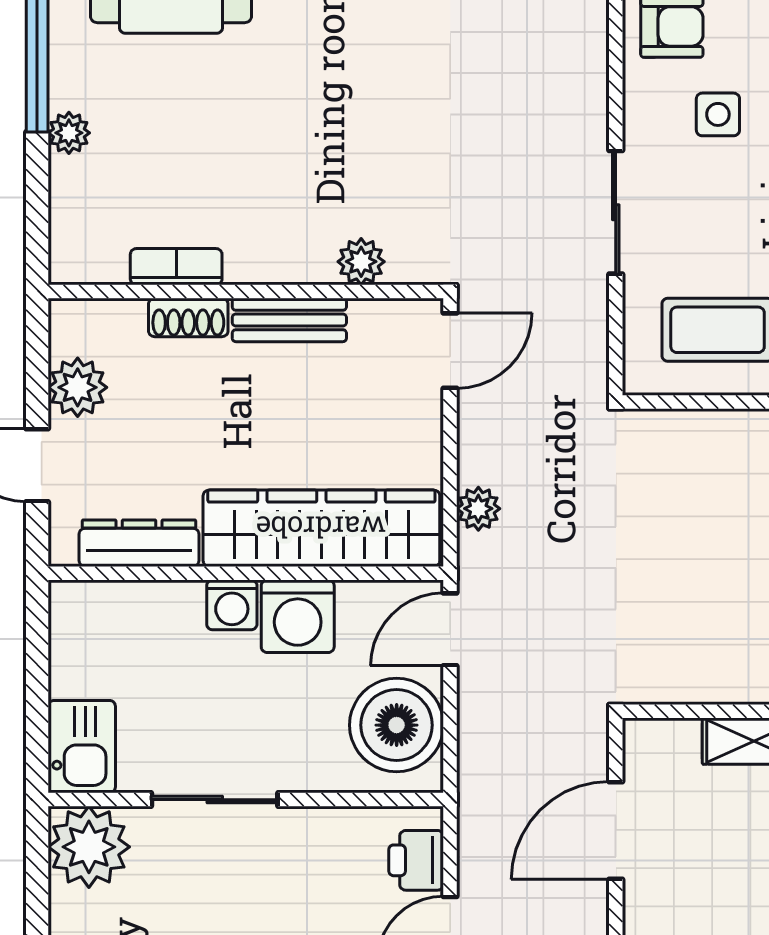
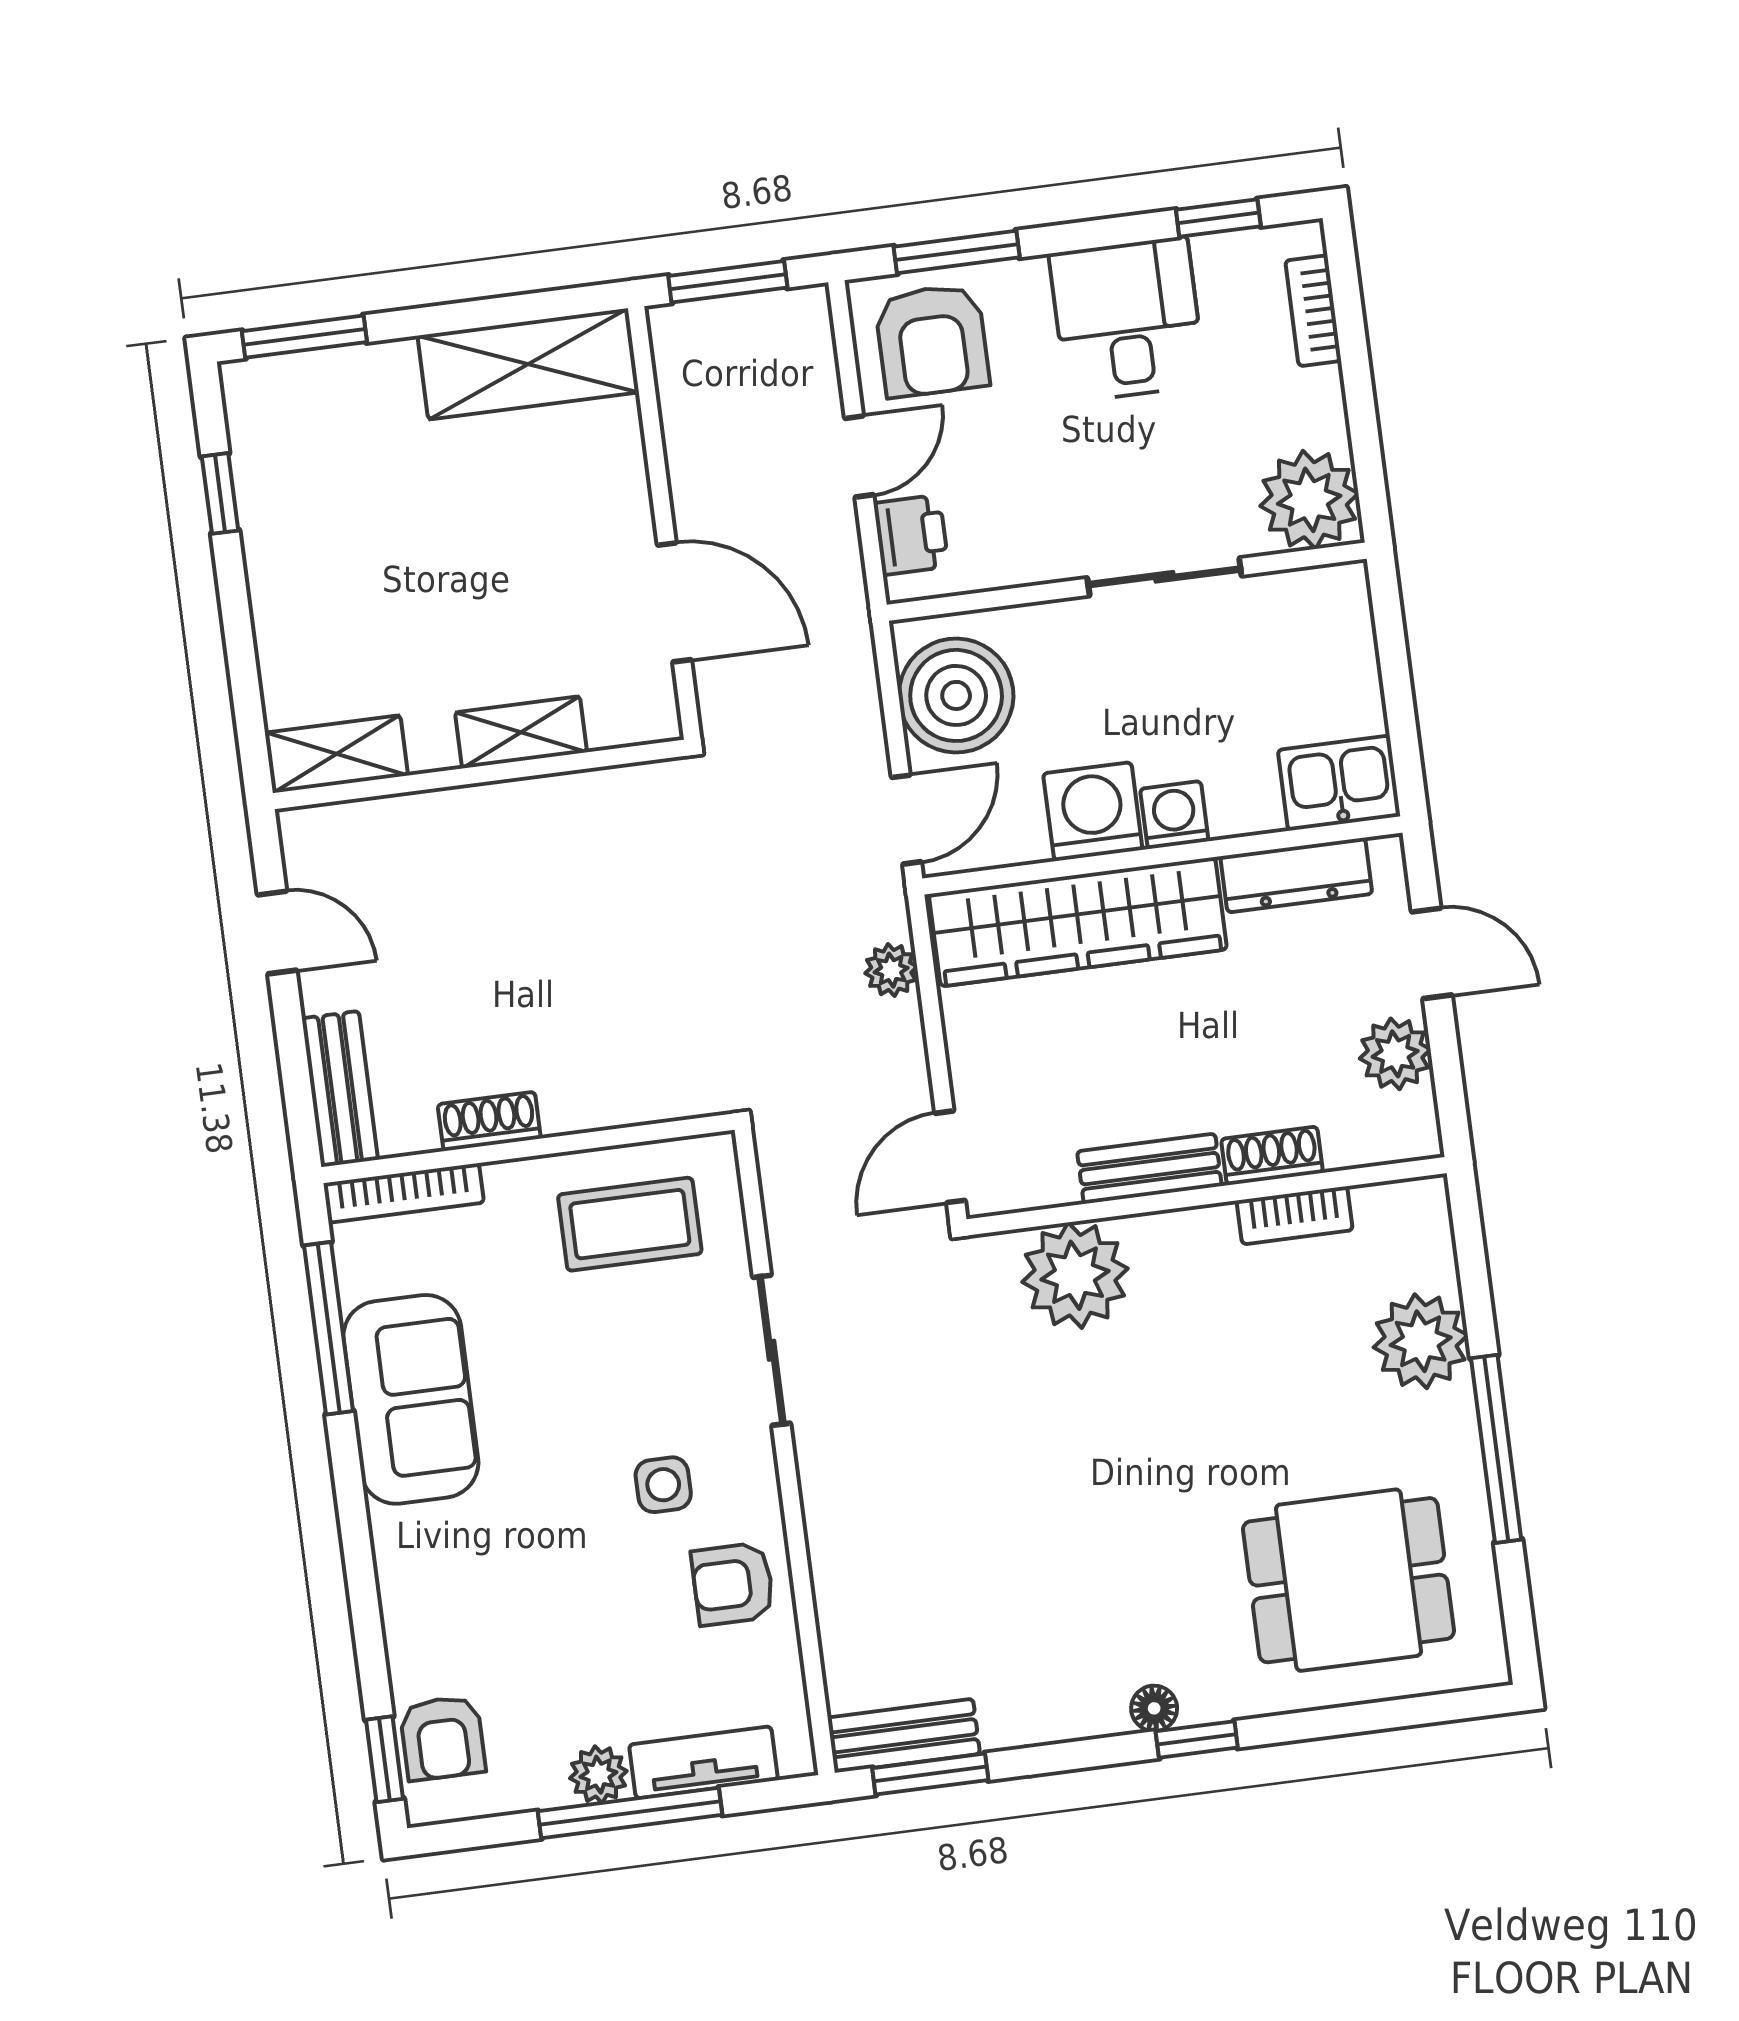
plant: (69, 133) -> (1421, 1341), width x1.88, depth x1.88
plant: (361, 262) -> (1075, 1275), width x1.88, depth x1.88
kitchen sink: (82, 747) -> (1339, 783), moved, turned 90
door: (616, 831) -> (674, 602), hinge flipped

